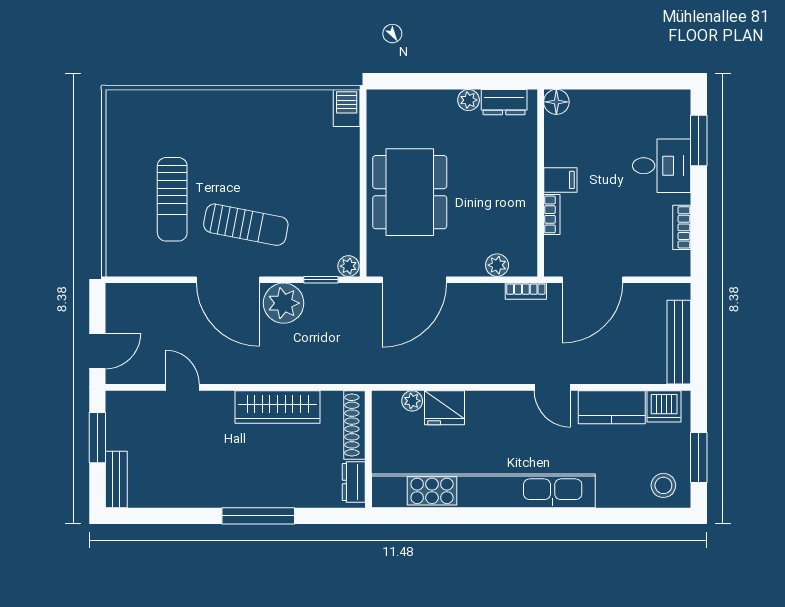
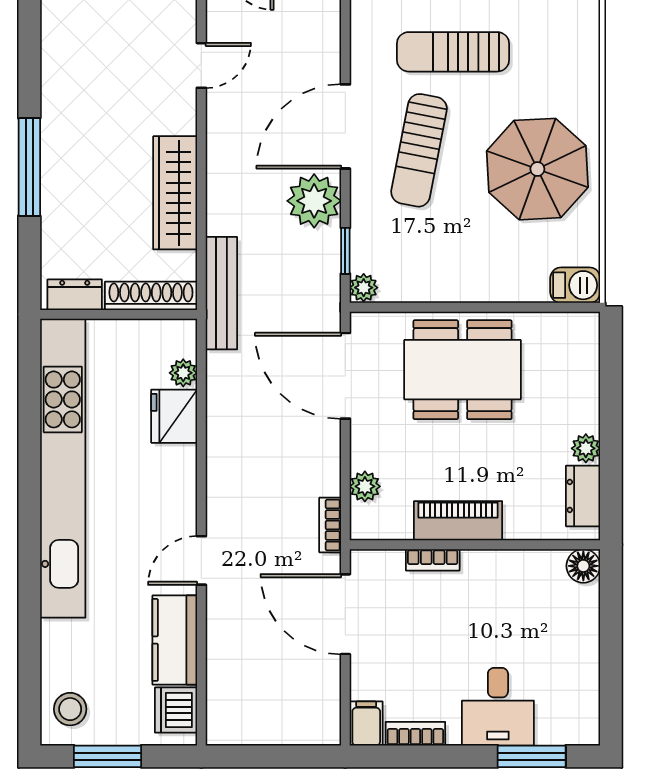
parasol: (260, 136) -> (537, 169), added
filing cabinet: (560, 180) -> (366, 724), moved, turned 180
piano: (523, 195) -> (458, 521), added
bench: (679, 342) -> (221, 293), moved, turned 90

